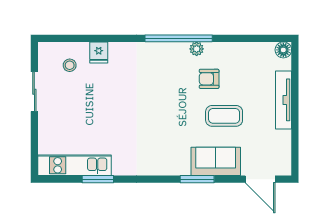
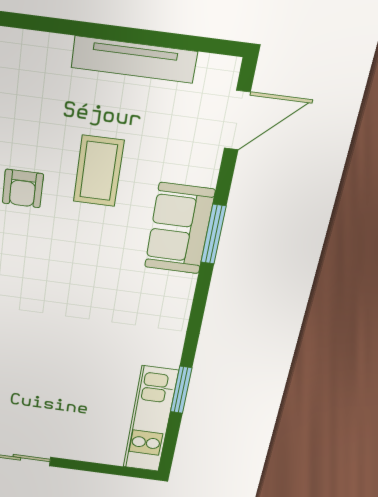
tv unit: (284, 100) -> (134, 60), moved
sofa: (216, 161) -> (179, 229), moved

